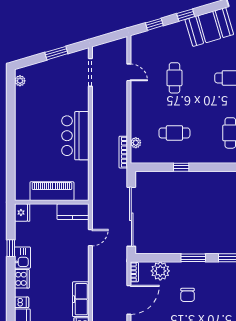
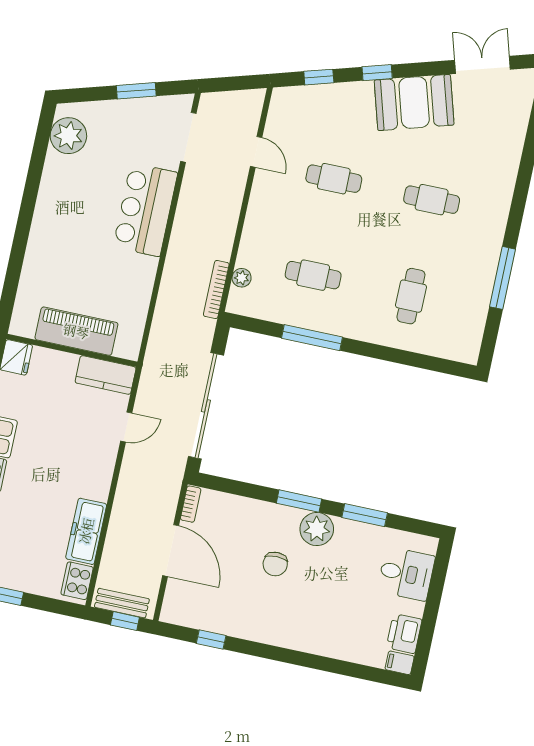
cafe table: (174, 78) -> (334, 179), turned 90
plant: (20, 81) -> (68, 136), width x1.88, depth x1.88
bar counter: (75, 136) -> (145, 210), moved
window: (181, 167) -> (312, 338), width x2.17
plant: (160, 271) -> (317, 529), moved
door: (129, 300) -> (171, 551), hinge flipped

